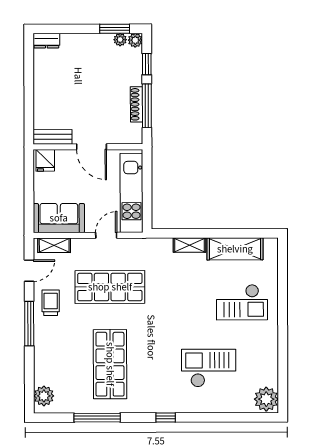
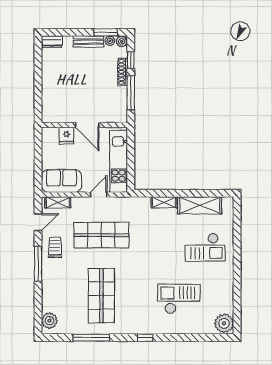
shoe rack: (137, 104) -> (123, 72), moved
bench: (53, 137) -> (89, 42), moved
fridge: (45, 160) -> (66, 136), moved

